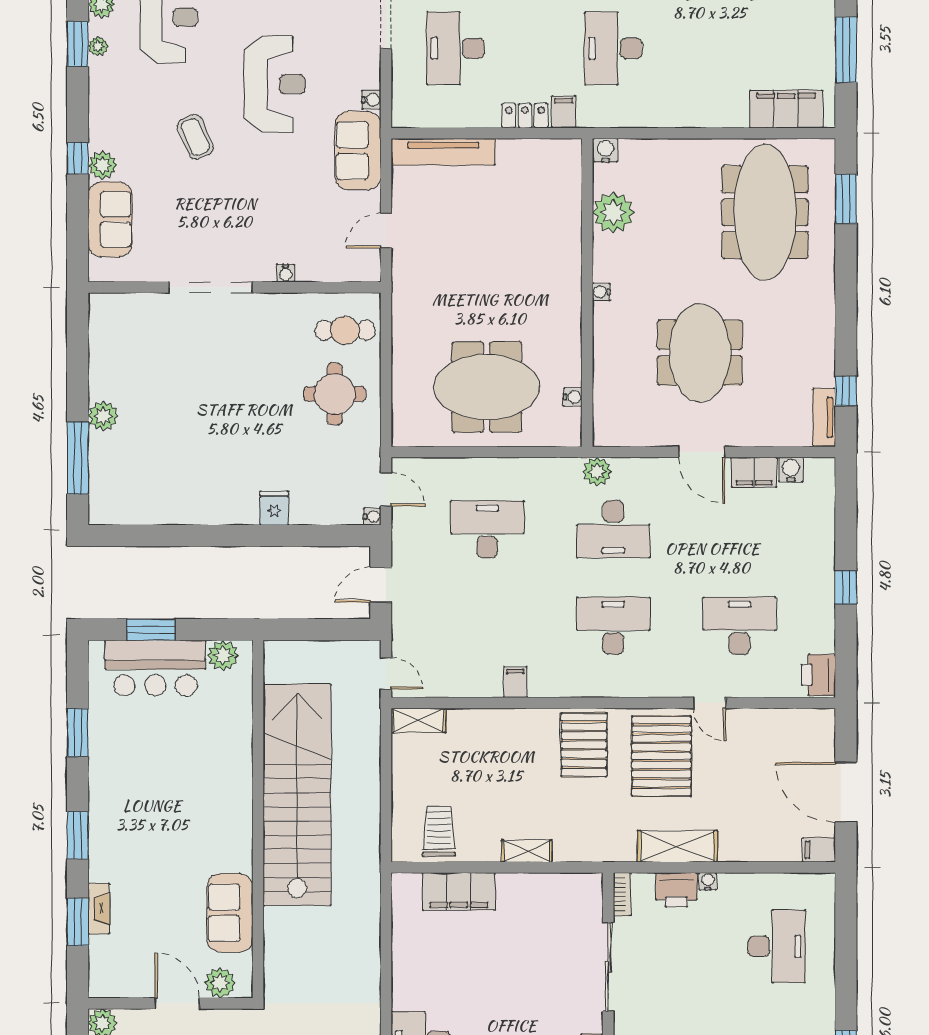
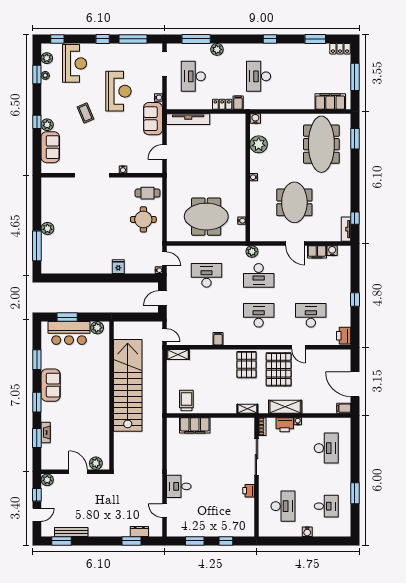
shelving: (527, 851) -> (247, 409), moved
sofa: (230, 913) -> (51, 385), moved, turned 180

